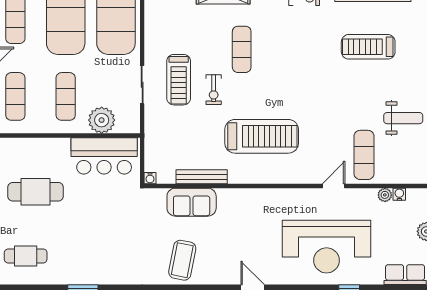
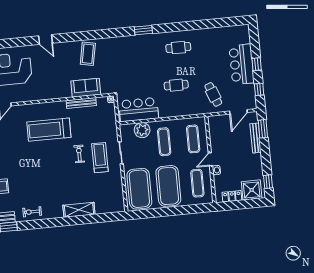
exercise mat: (242, 49) -> (65, 179), removed
cafe table: (36, 192) -> (176, 85), width x0.73, depth x0.74

